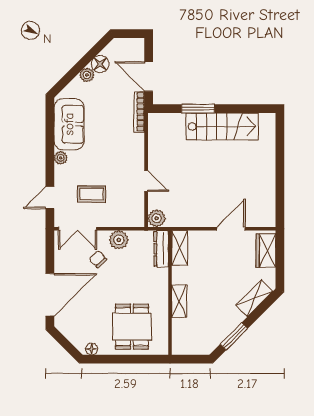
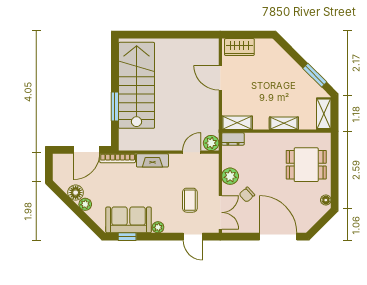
window: (50, 123) -> (127, 237), added
stairs: (222, 126) -> (137, 85), width x1.36, depth x1.51
fireplace: (137, 151) -> (152, 160), added
door: (146, 181) -> (192, 152), moved
dresser: (161, 249) -> (233, 139), width x0.70
shelving: (254, 298) -> (324, 114), moved, turned 45

